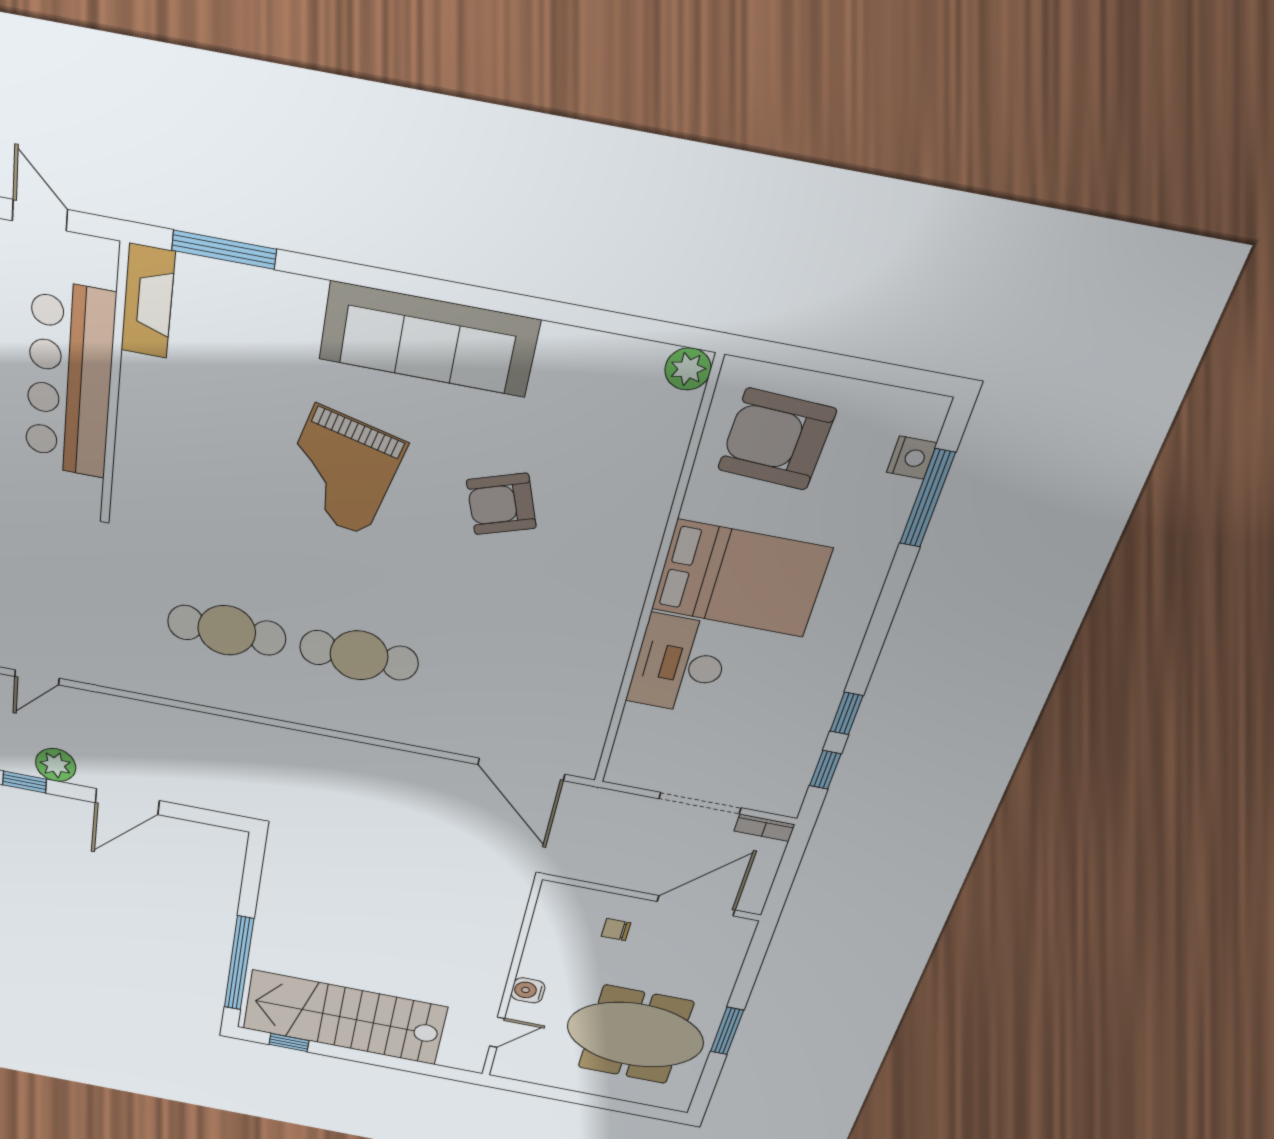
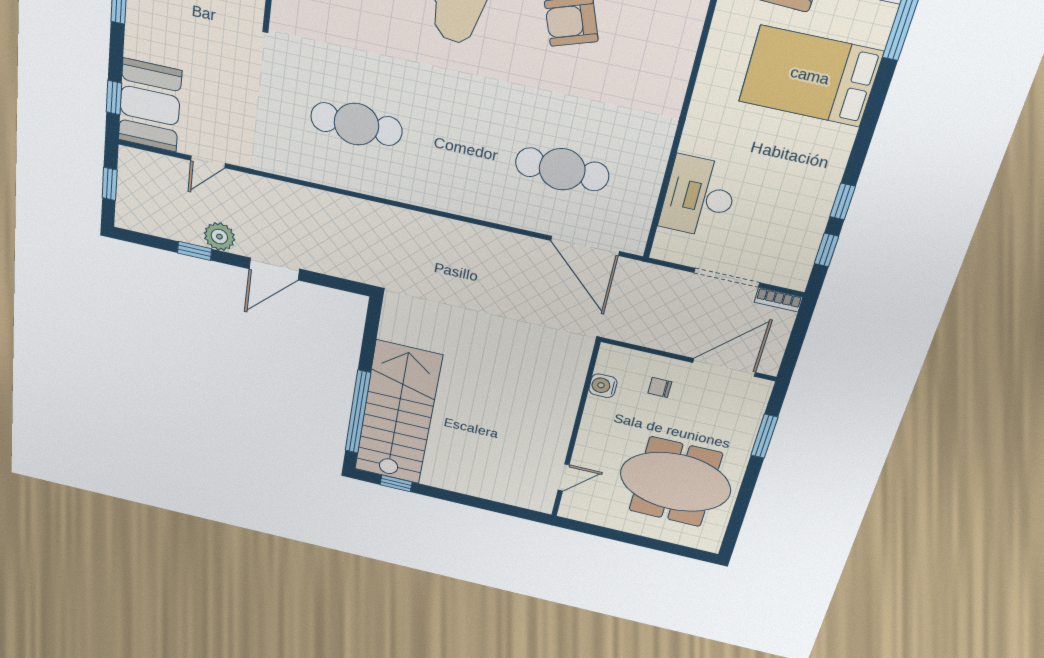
bed: (741, 579) -> (810, 76), moved, turned 180
cafe table: (359, 655) -> (562, 169), moved
desk: (679, 664) -> (699, 197), moved
water cooler: (528, 990) -> (603, 386), moved
stairs: (344, 1018) -> (398, 413), moved, turned 90
window: (727, 1031) -> (764, 436), moved

